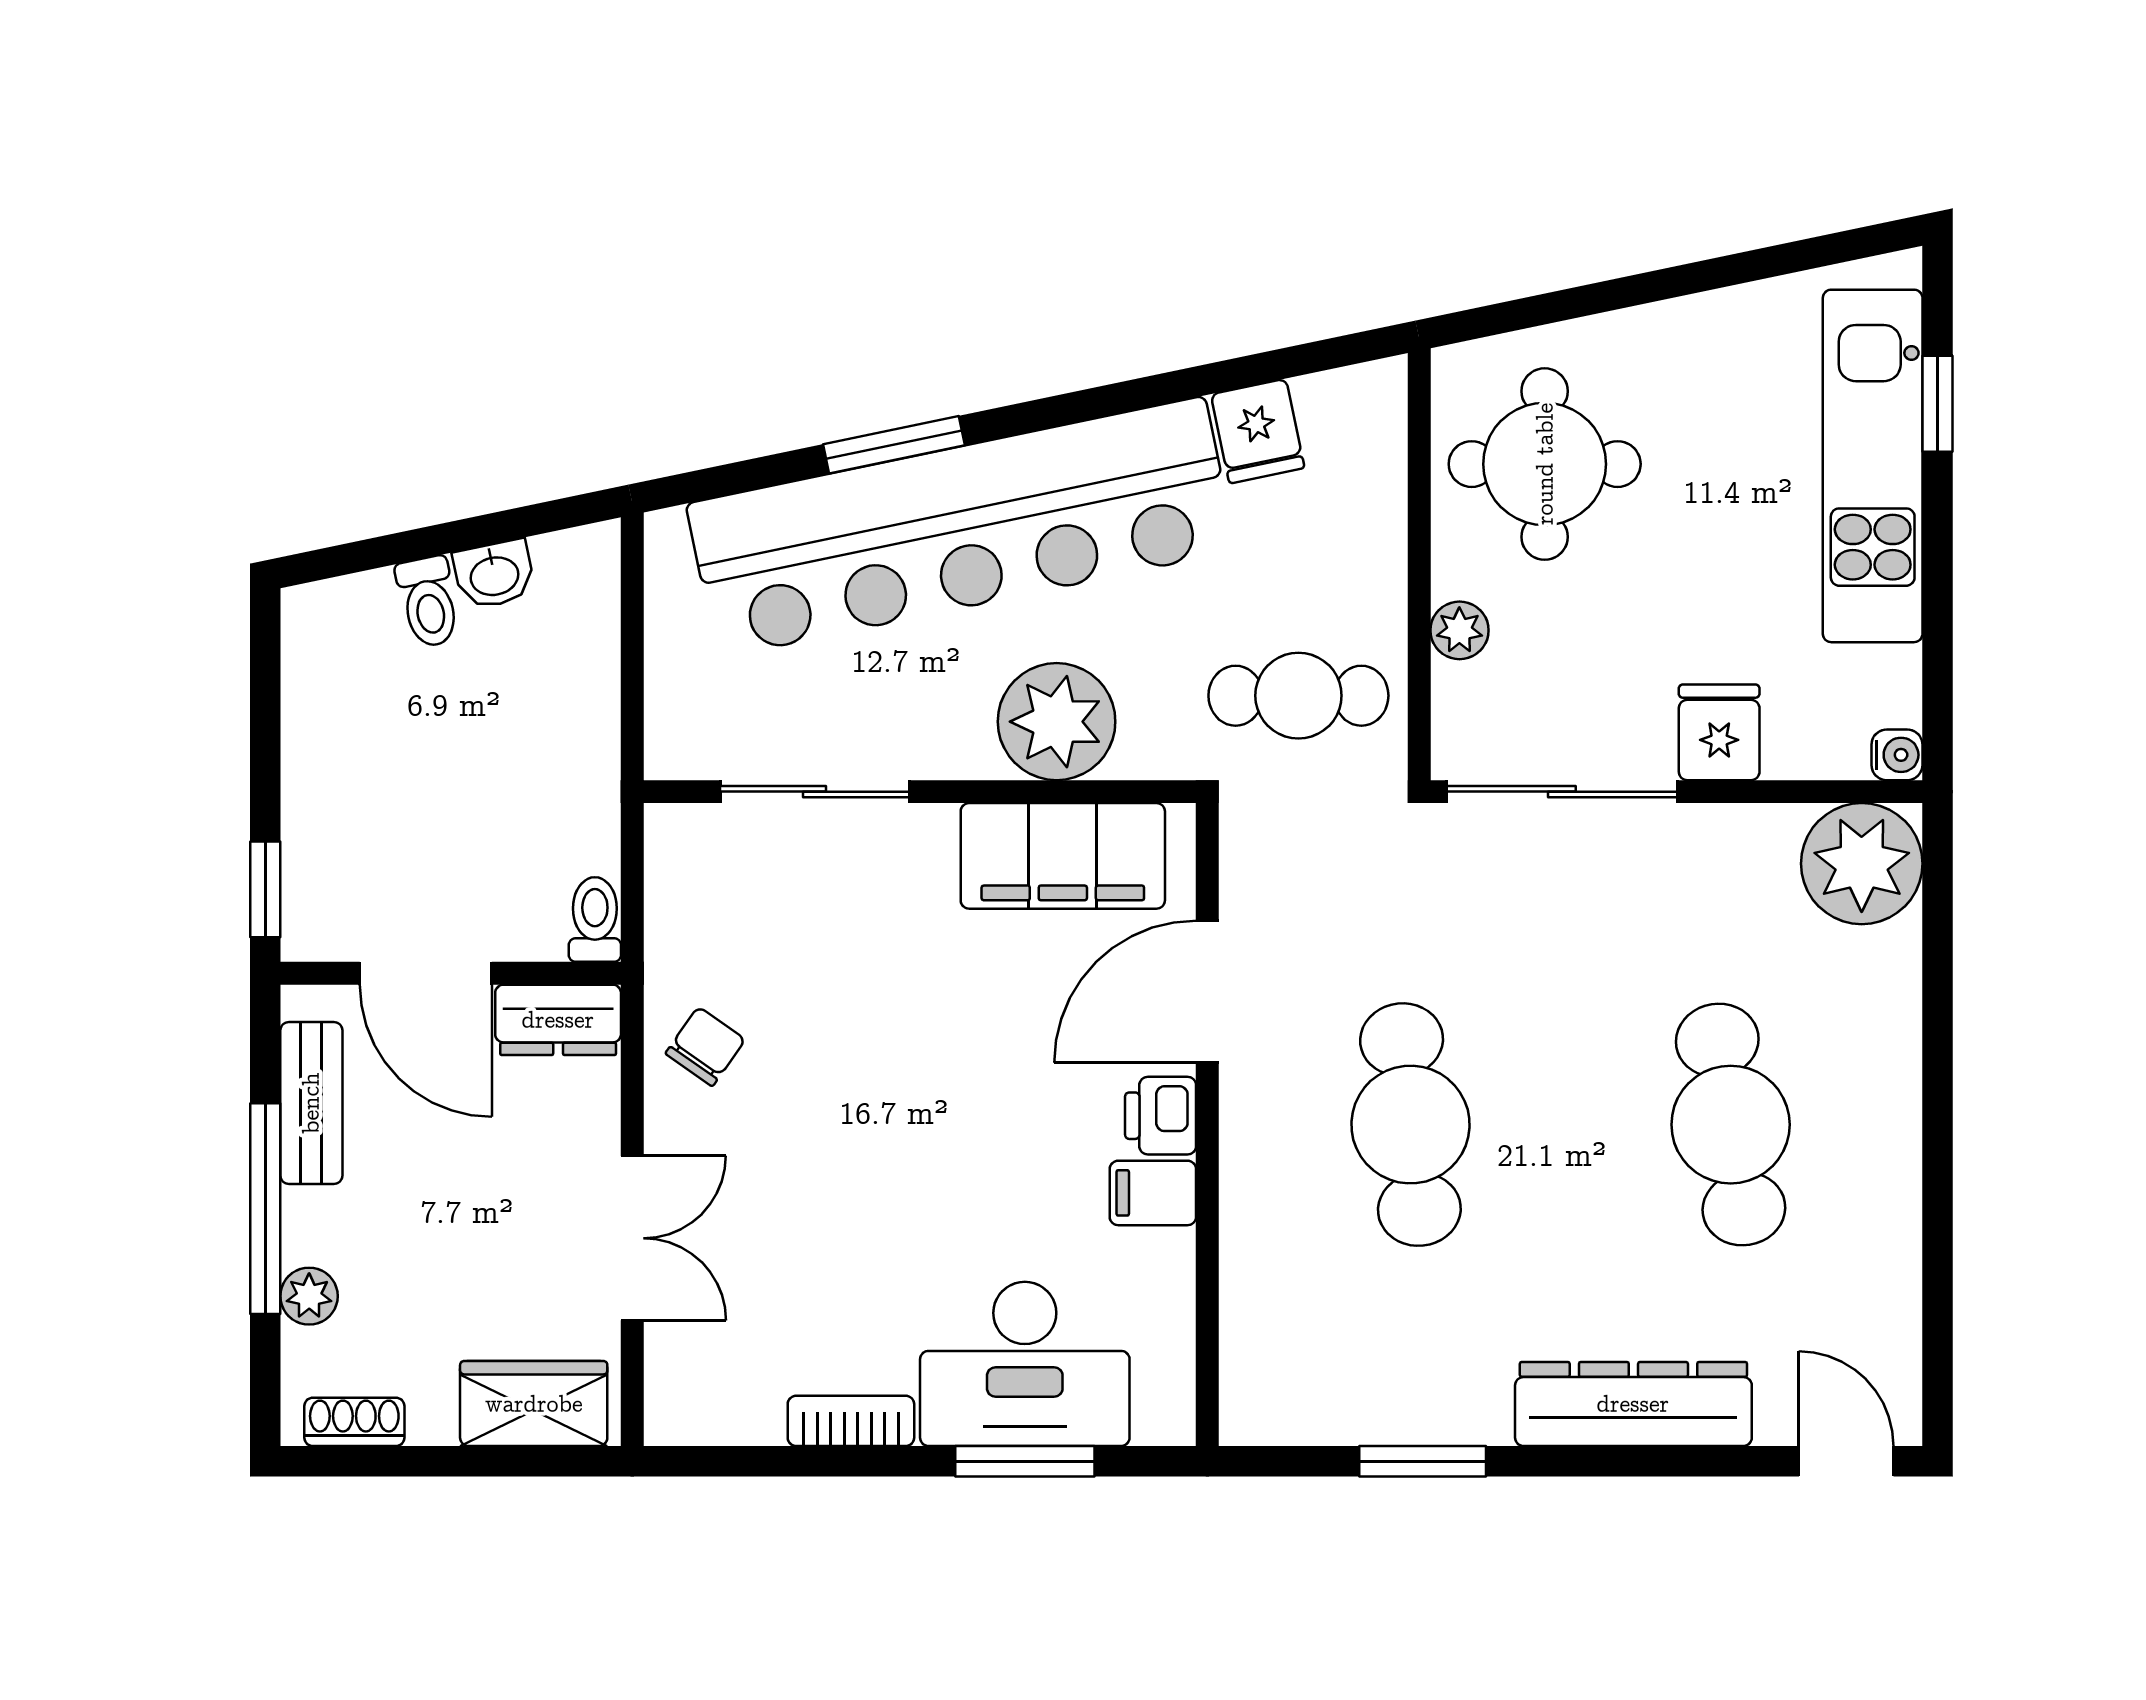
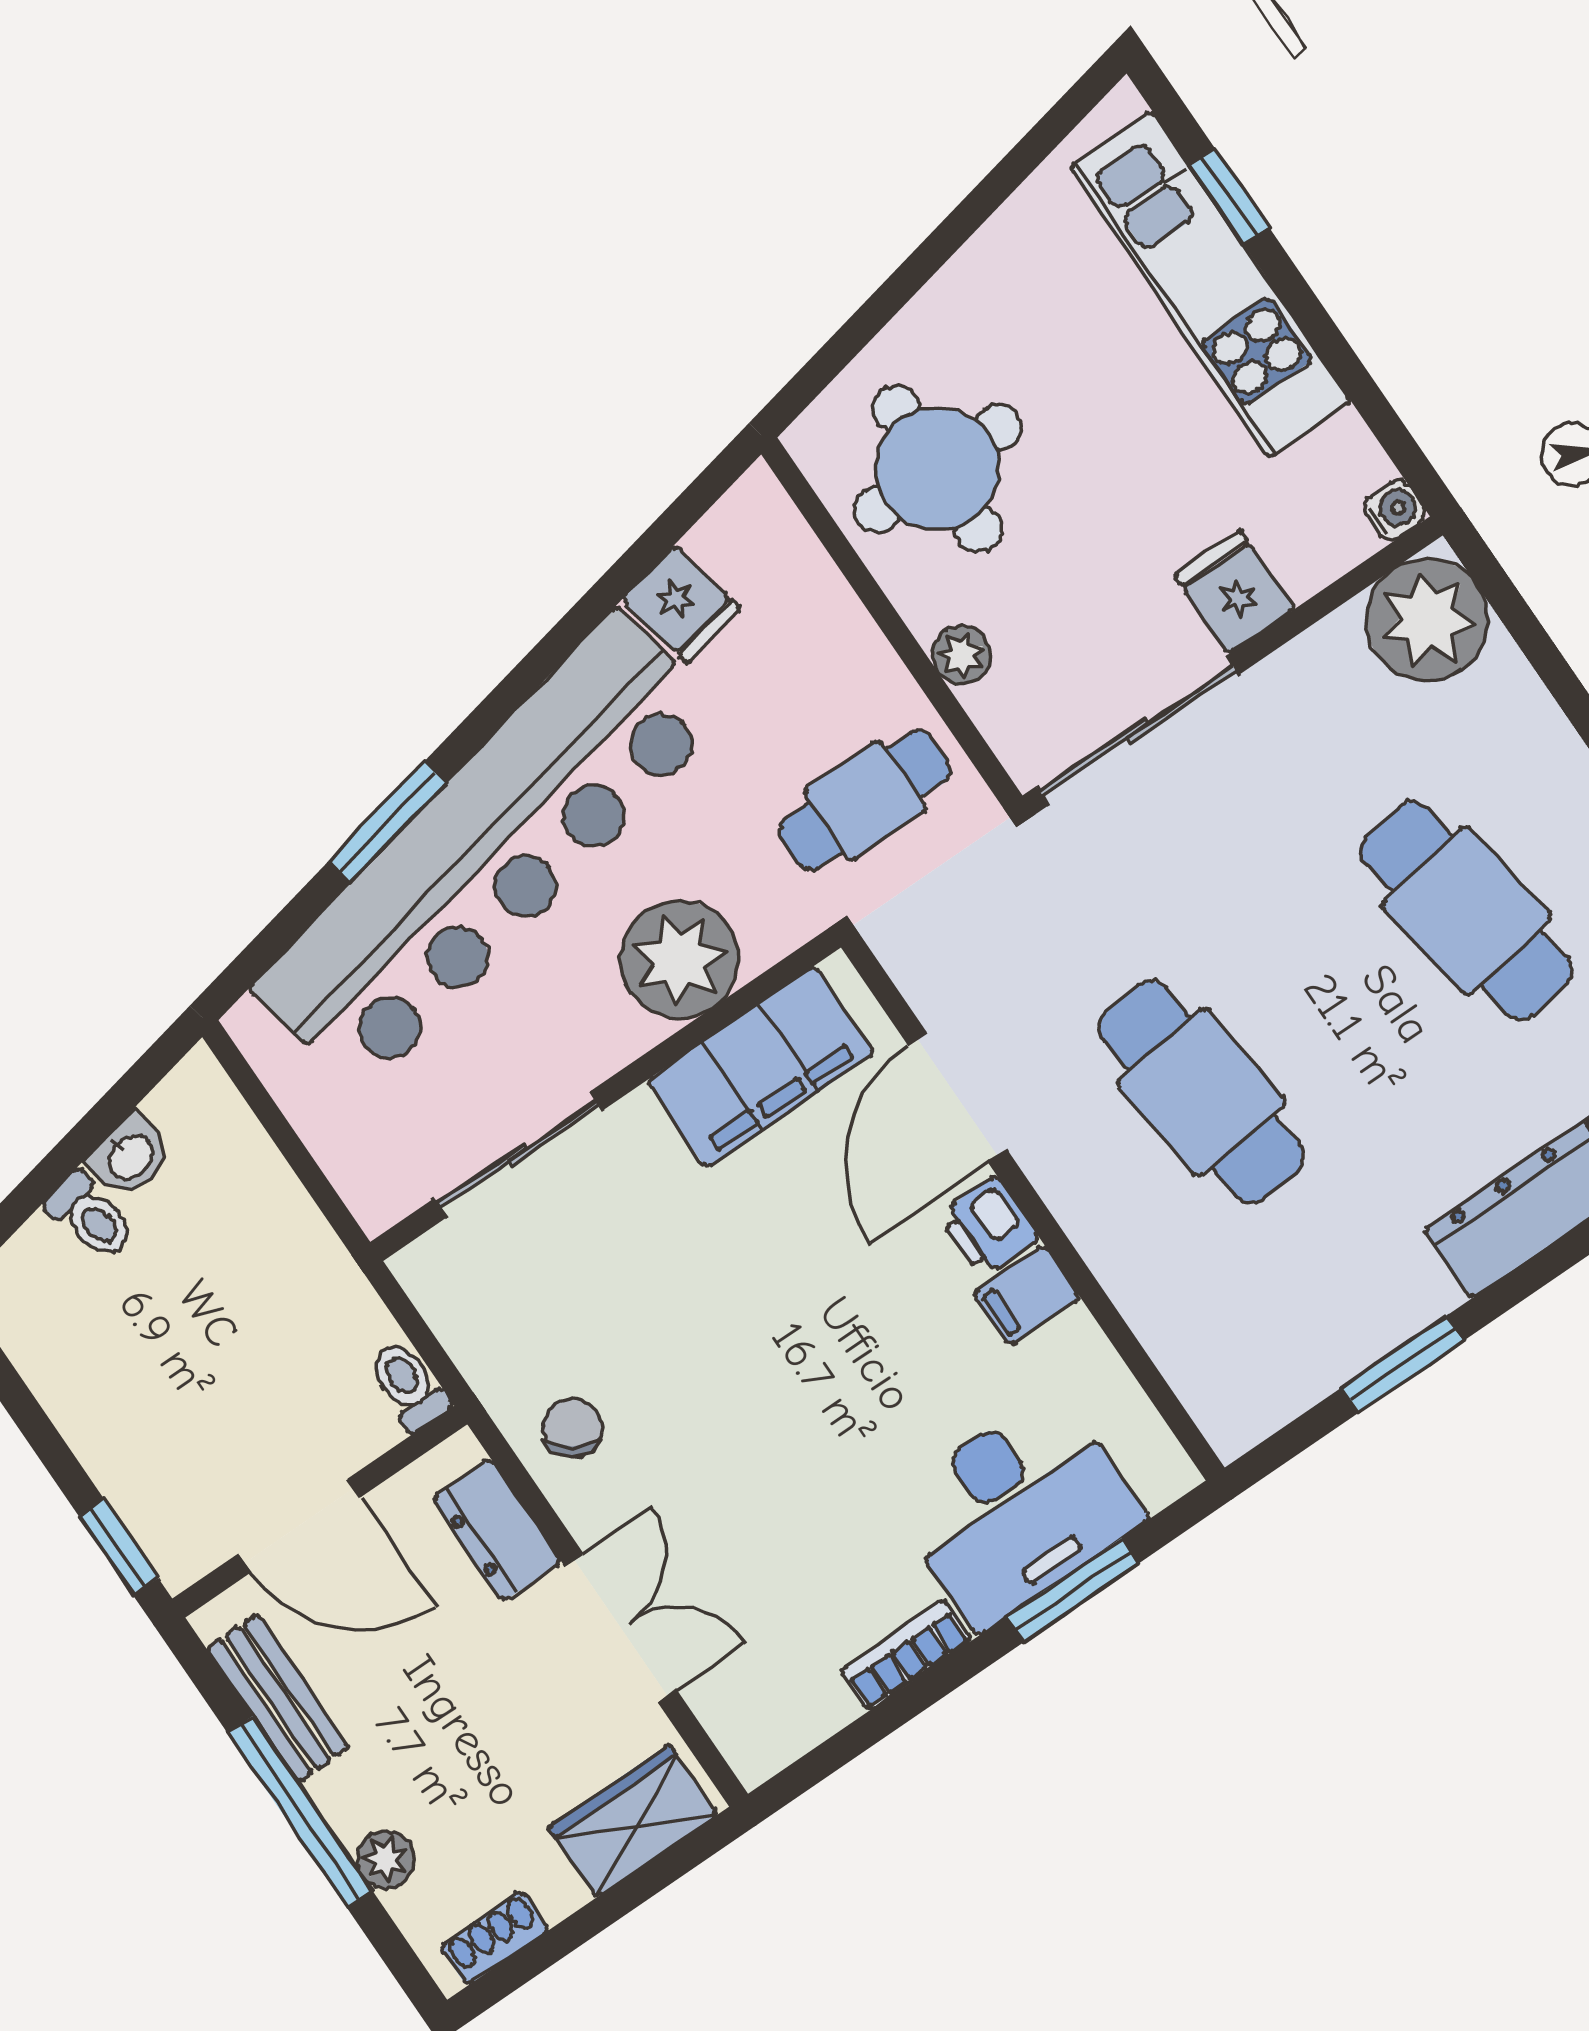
dresser: (558, 1020) -> (497, 1530), moved, turned 90

